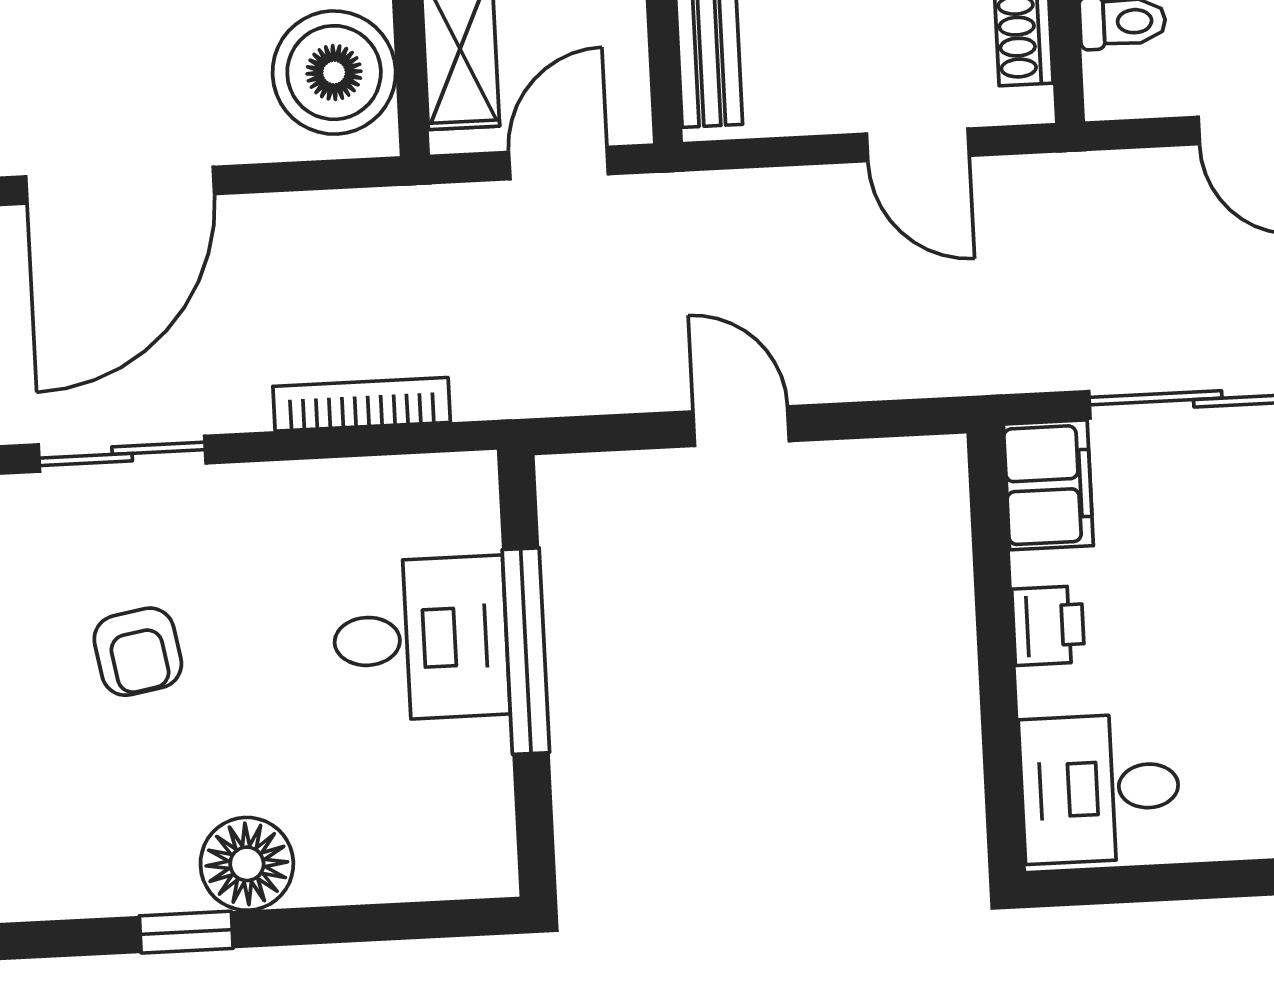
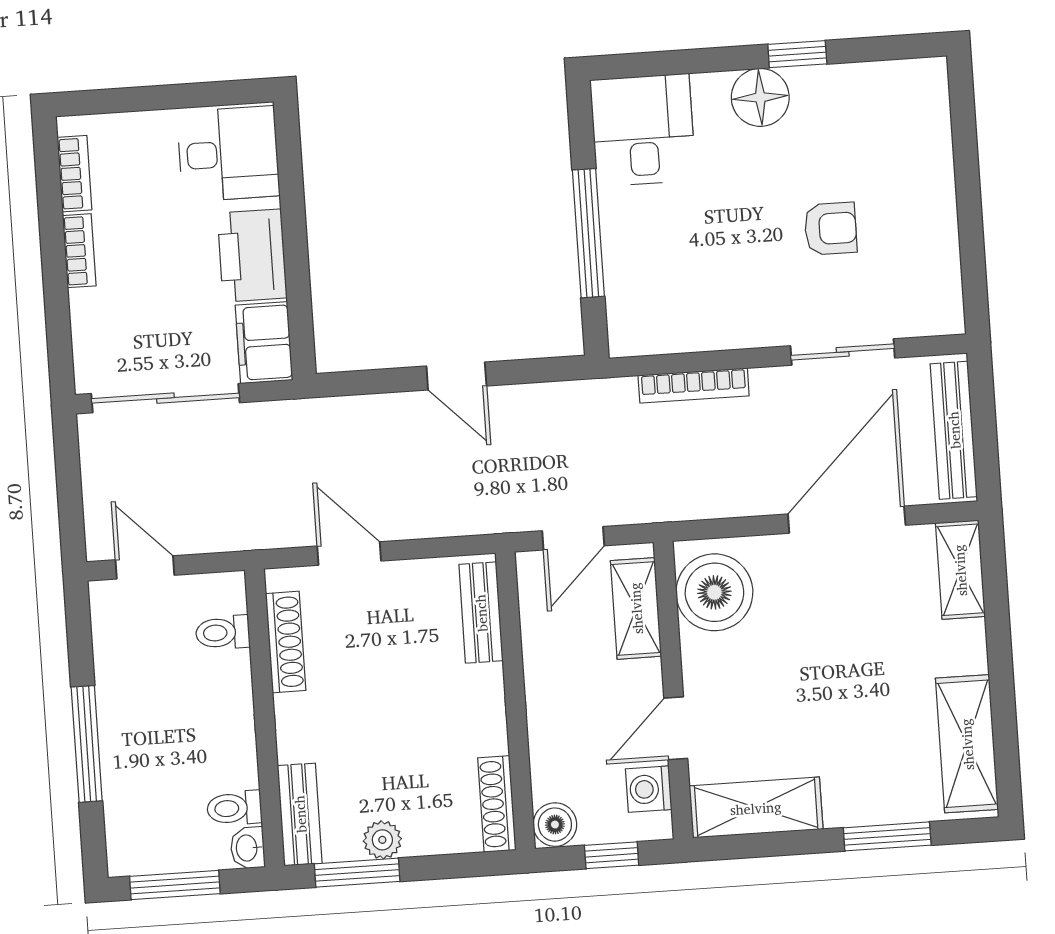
printer: (1048, 626) -> (252, 256), width x1.87, depth x1.48
desk: (420, 639) -> (643, 130), moved, turned 90
armchair: (138, 652) -> (831, 229), turned 100

